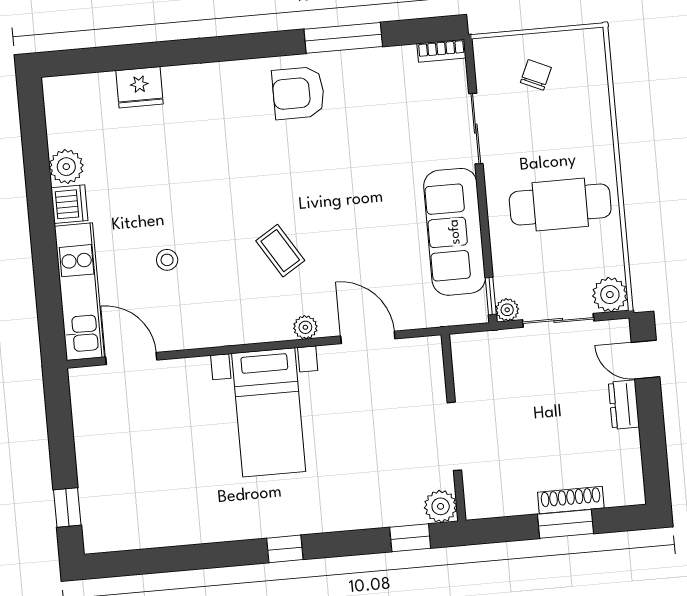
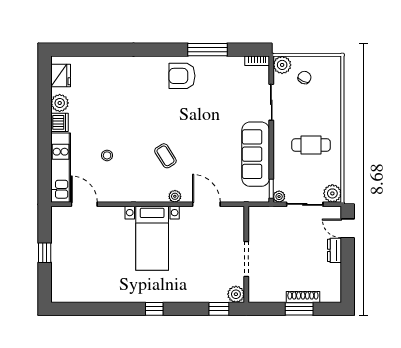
plant: (490, 54) -> (282, 65), added
fridge: (139, 87) -> (61, 75), moved, turned -90
cafe table: (560, 204) -> (311, 145), width x0.73, depth x0.74
window: (67, 507) -> (45, 253), moved

